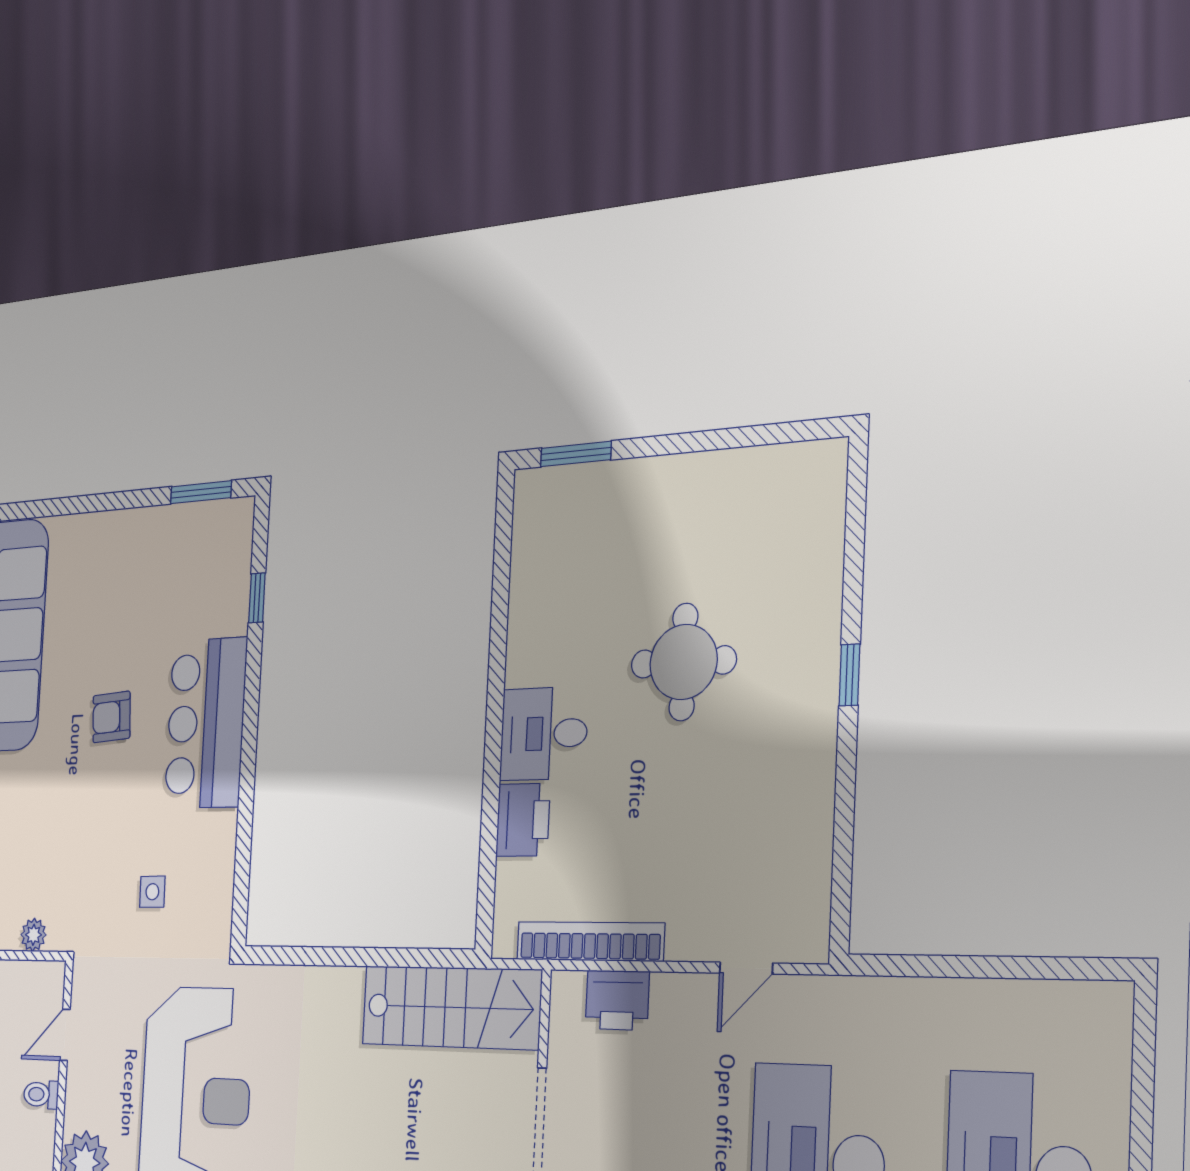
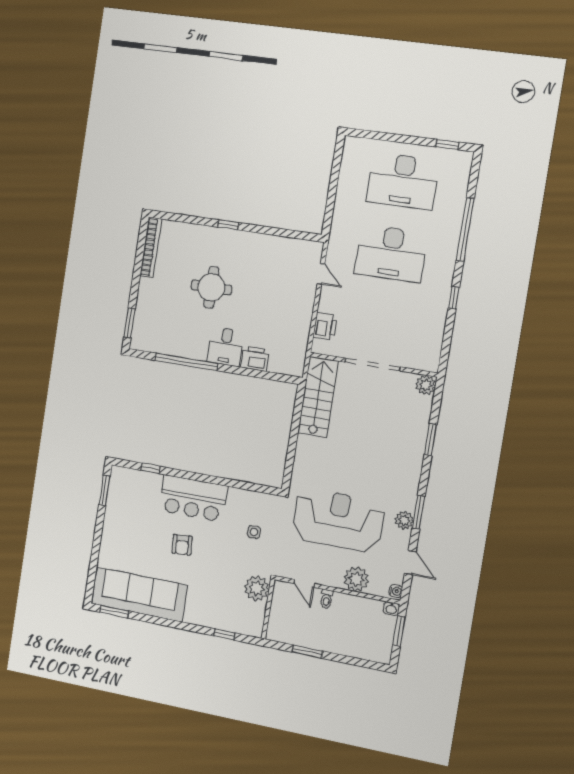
window: (498, 634) -> (186, 362), added
plant: (33, 935) -> (257, 588), width x1.88, depth x1.88
bookcase: (590, 941) -> (151, 247), moved, turned 180

